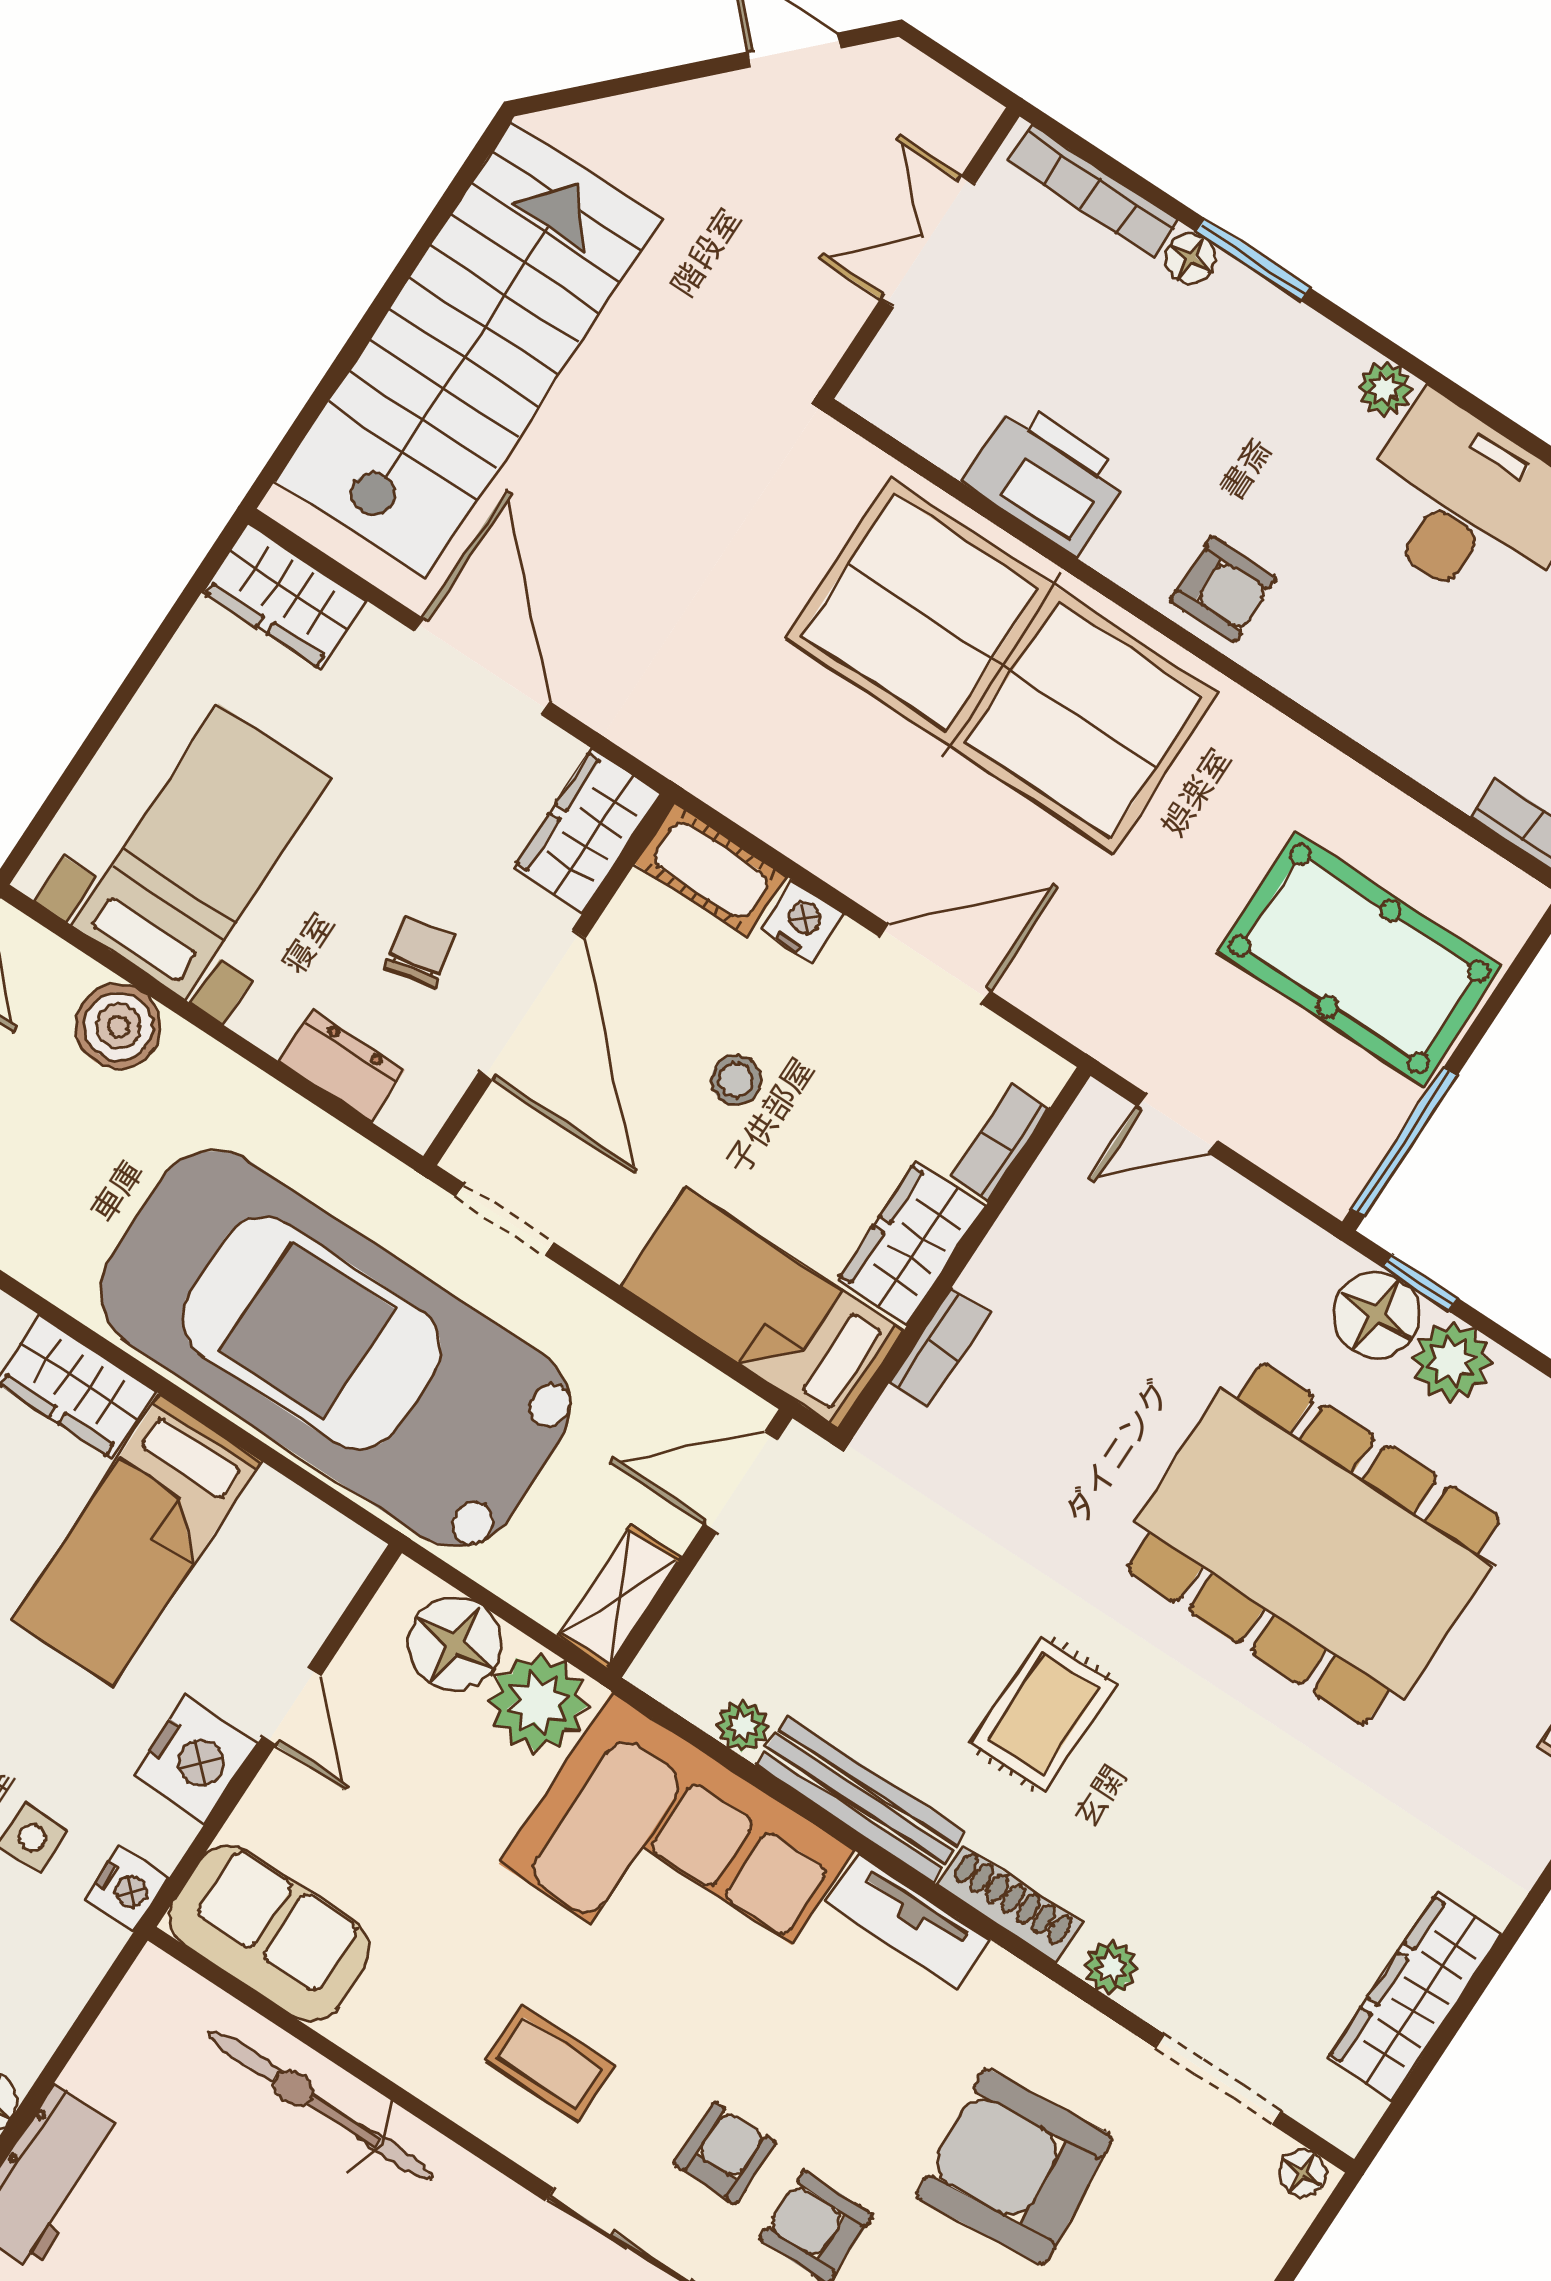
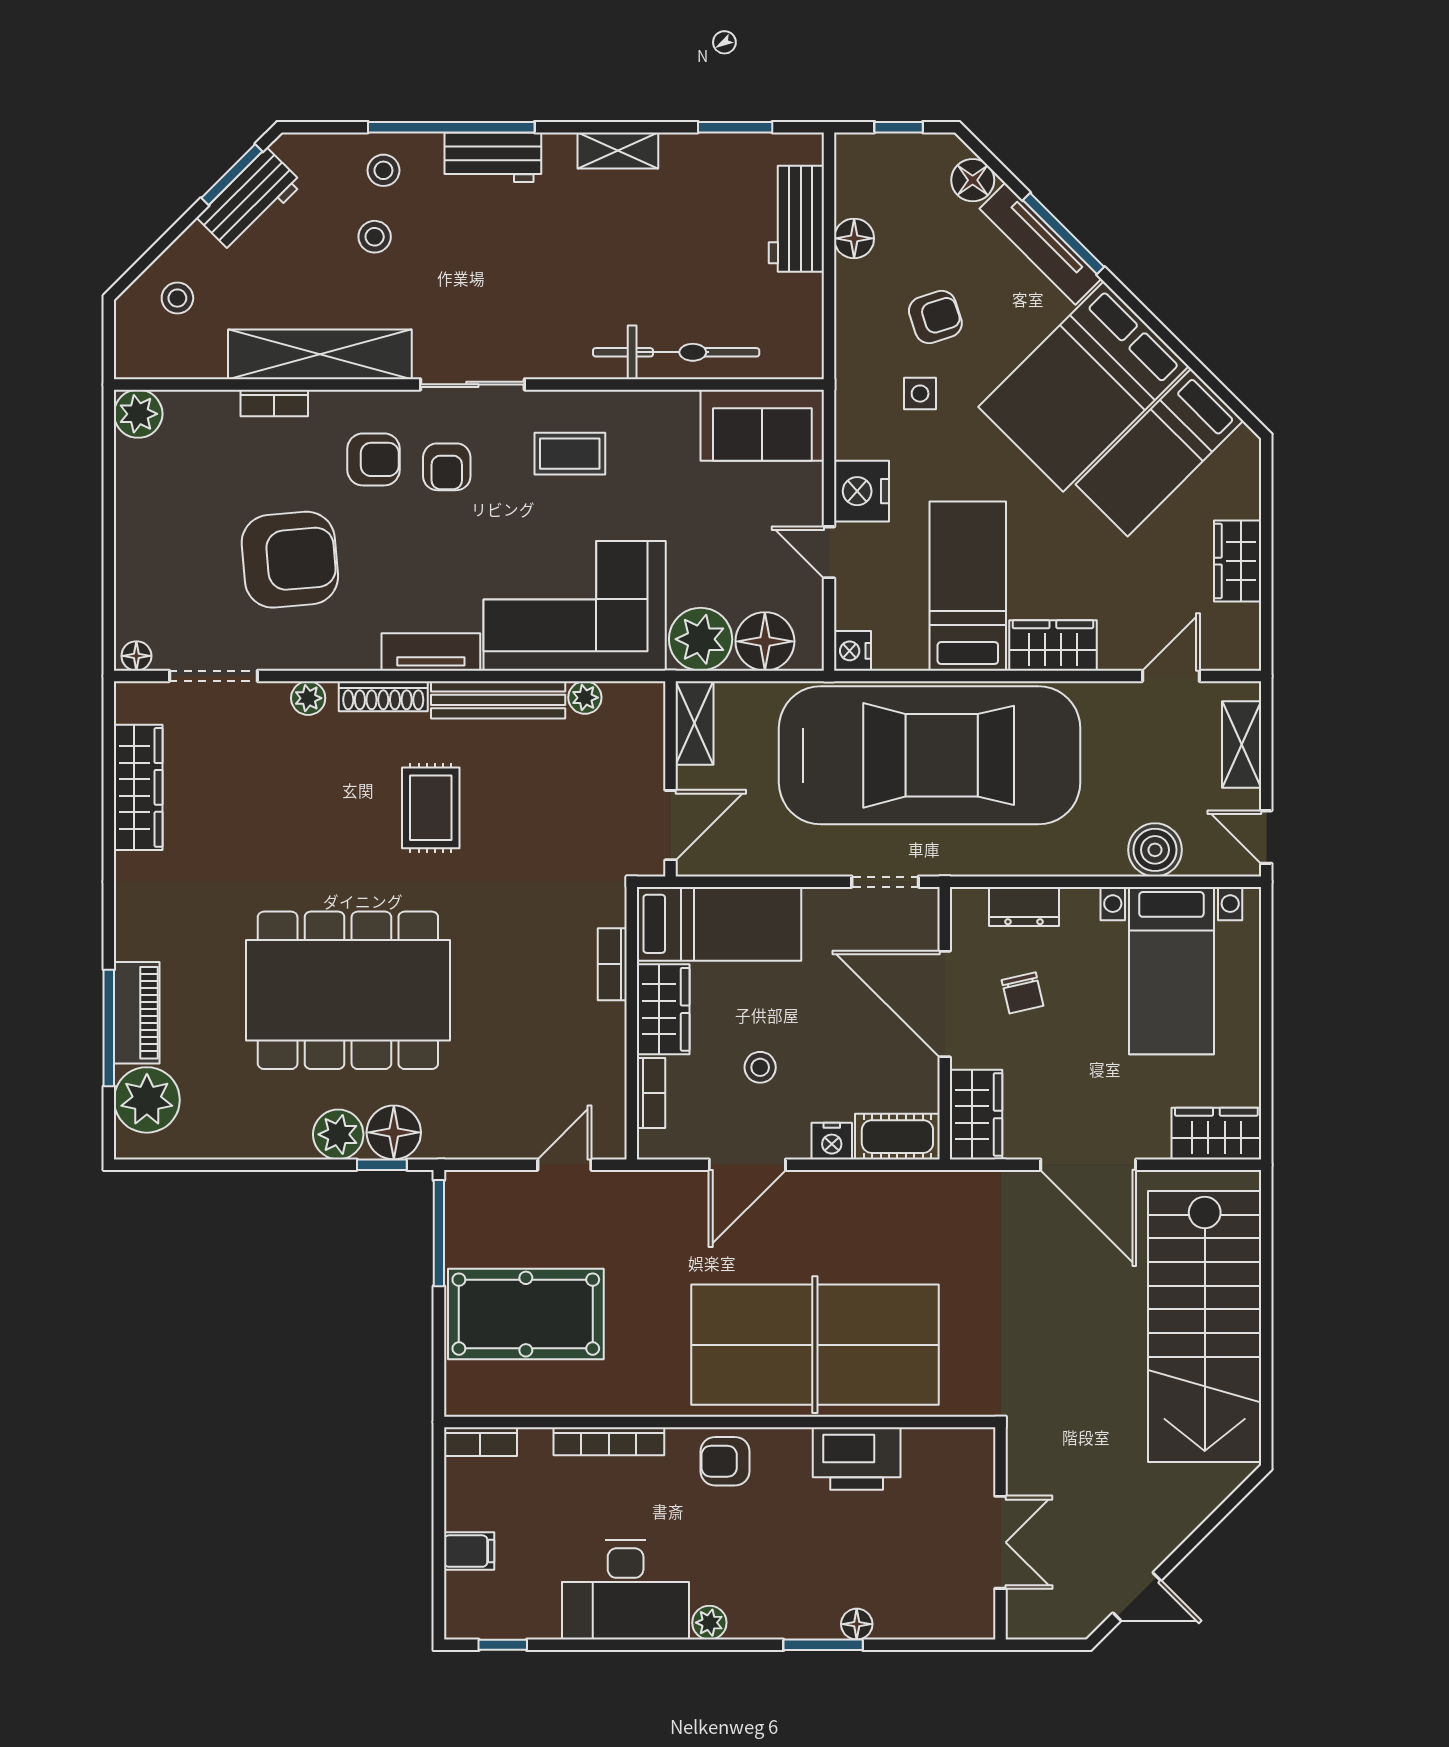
bookcase: (1093, 191) -> (609, 1441), moved, turned 180
stool: (736, 1080) -> (760, 1067), moved
nightstand: (127, 1889) -> (853, 651), moved

